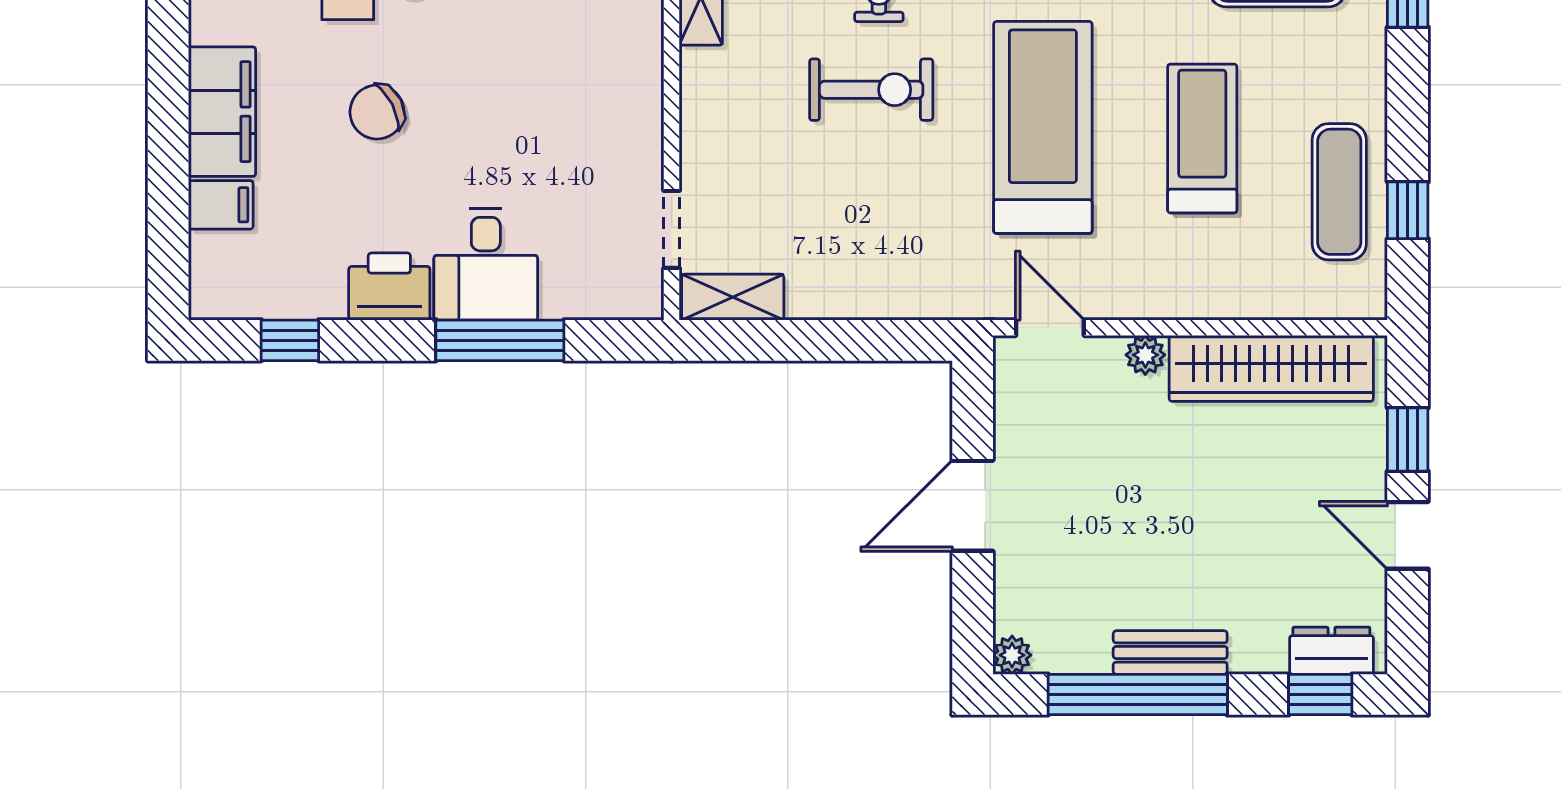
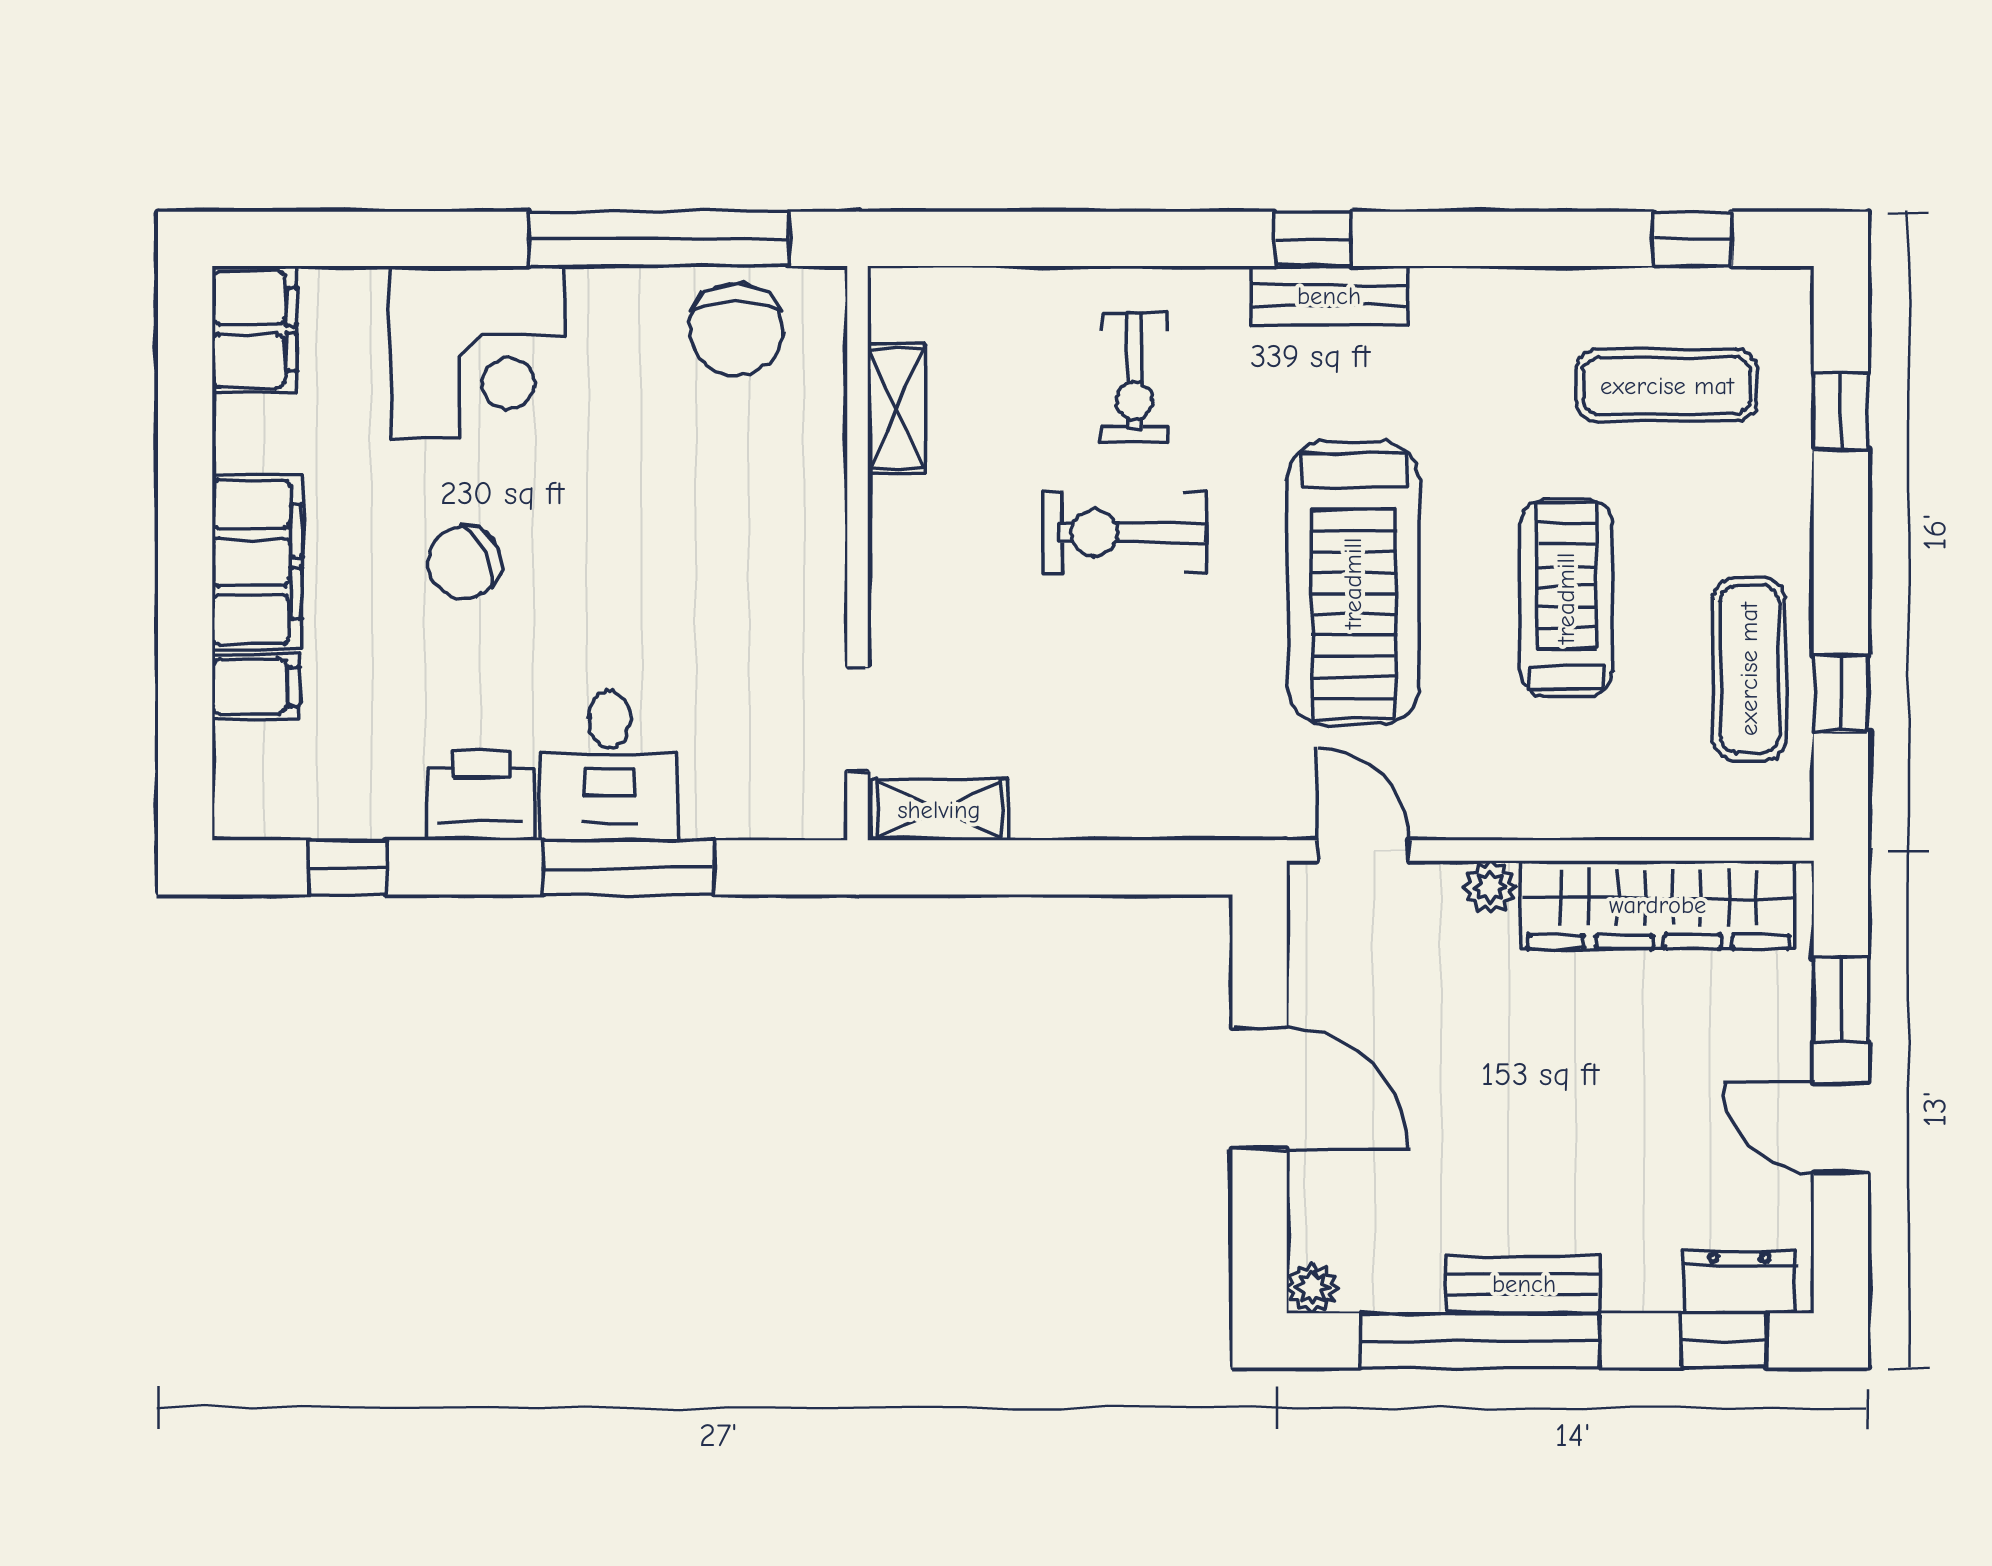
exercise bike: (871, 90) -> (1124, 533), turned 180
treadmill: (1043, 127) -> (1353, 583), turned 180
door: (973, 506) -> (1260, 1088), swing flipped

